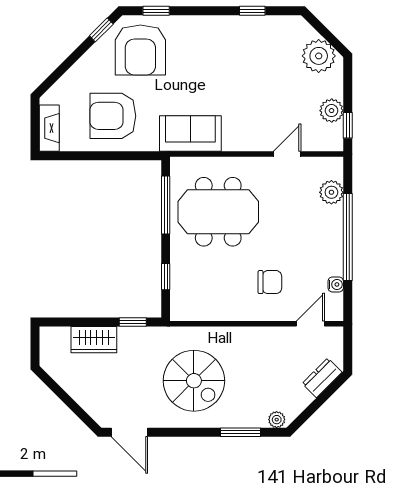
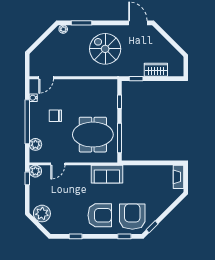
plant: (332, 111) -> (35, 171), moved
armchair: (113, 116) -> (100, 215), moved
chair: (270, 282) -> (55, 116), moved
dresser: (322, 378) -> (40, 50), removed

